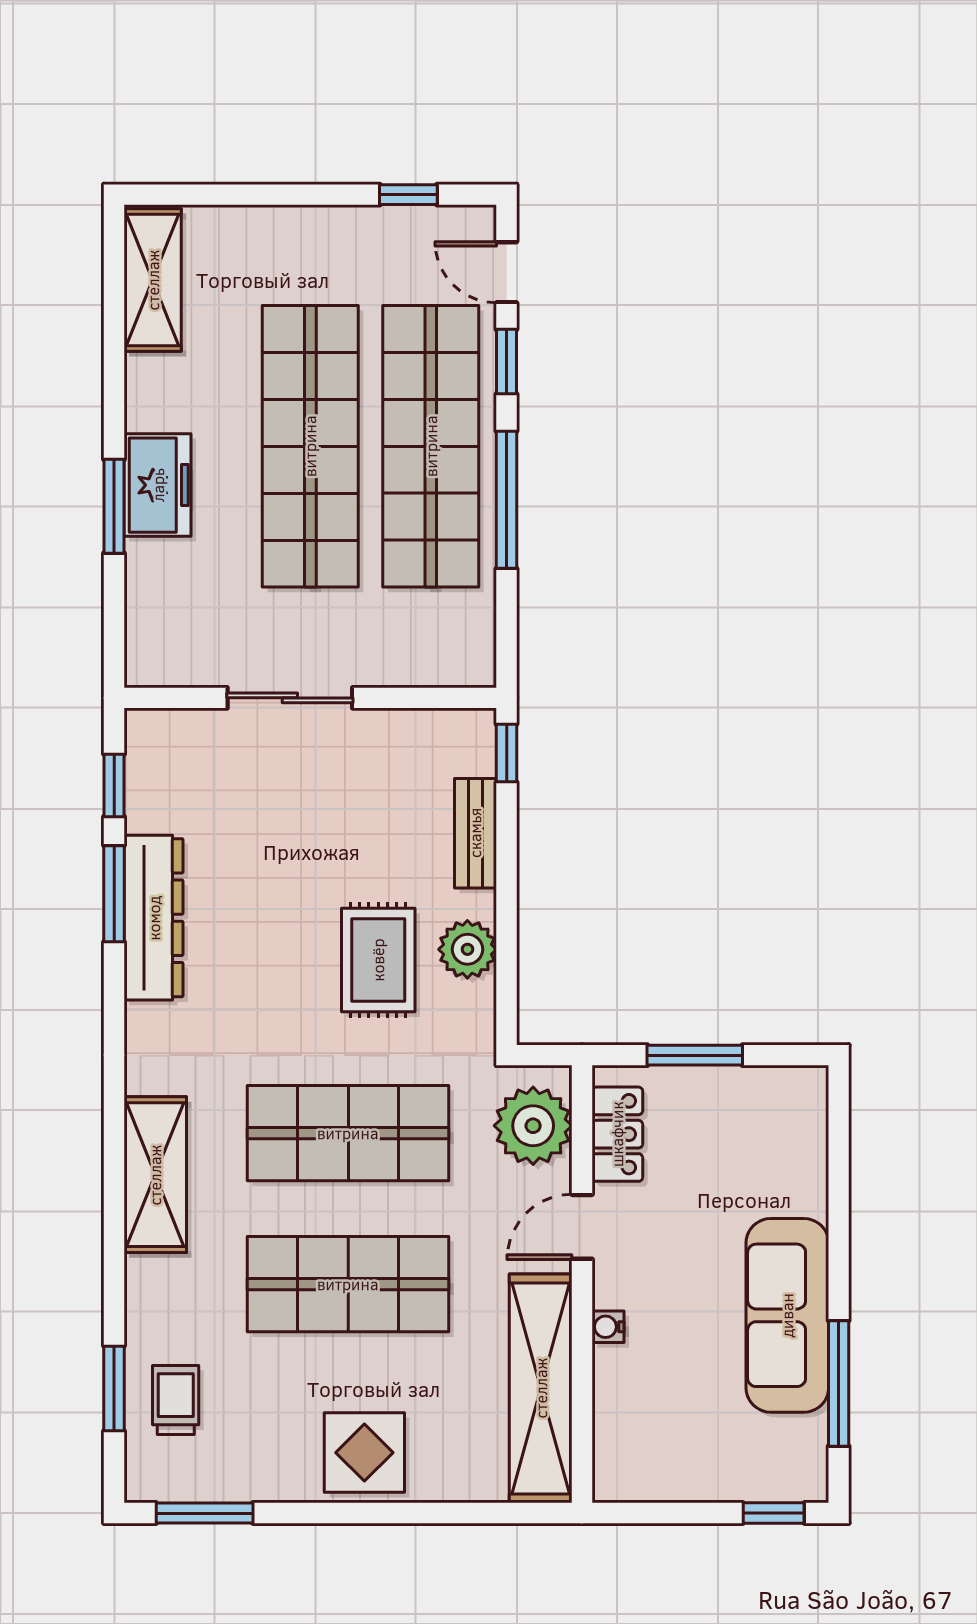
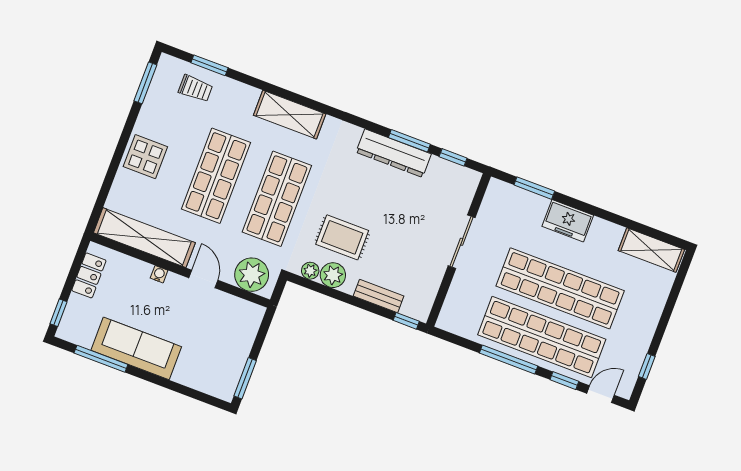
window: (114, 506) -> (534, 188), moved
plant: (477, 1002) -> (310, 271), added
window: (695, 1055) -> (245, 378), moved
locker: (617, 1134) -> (89, 275), moved, turned -90

